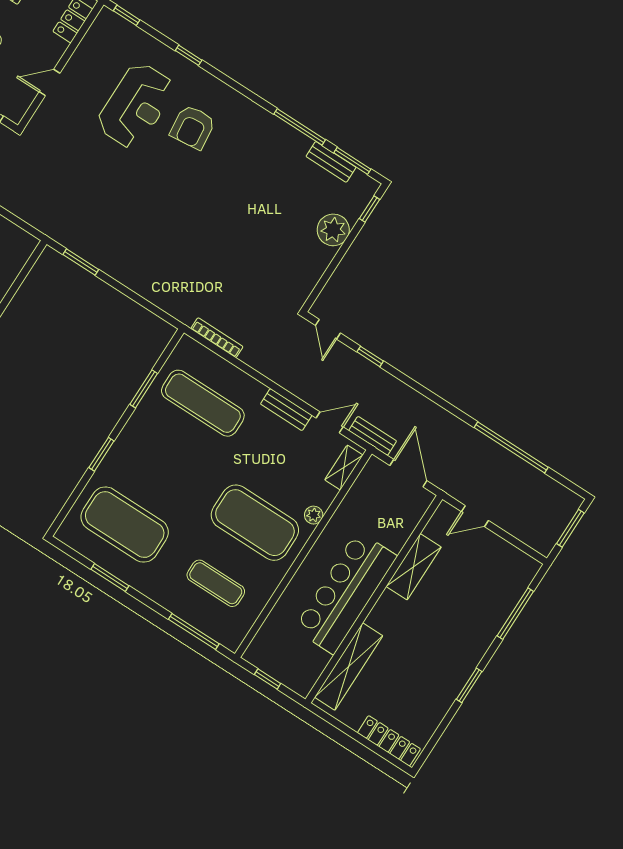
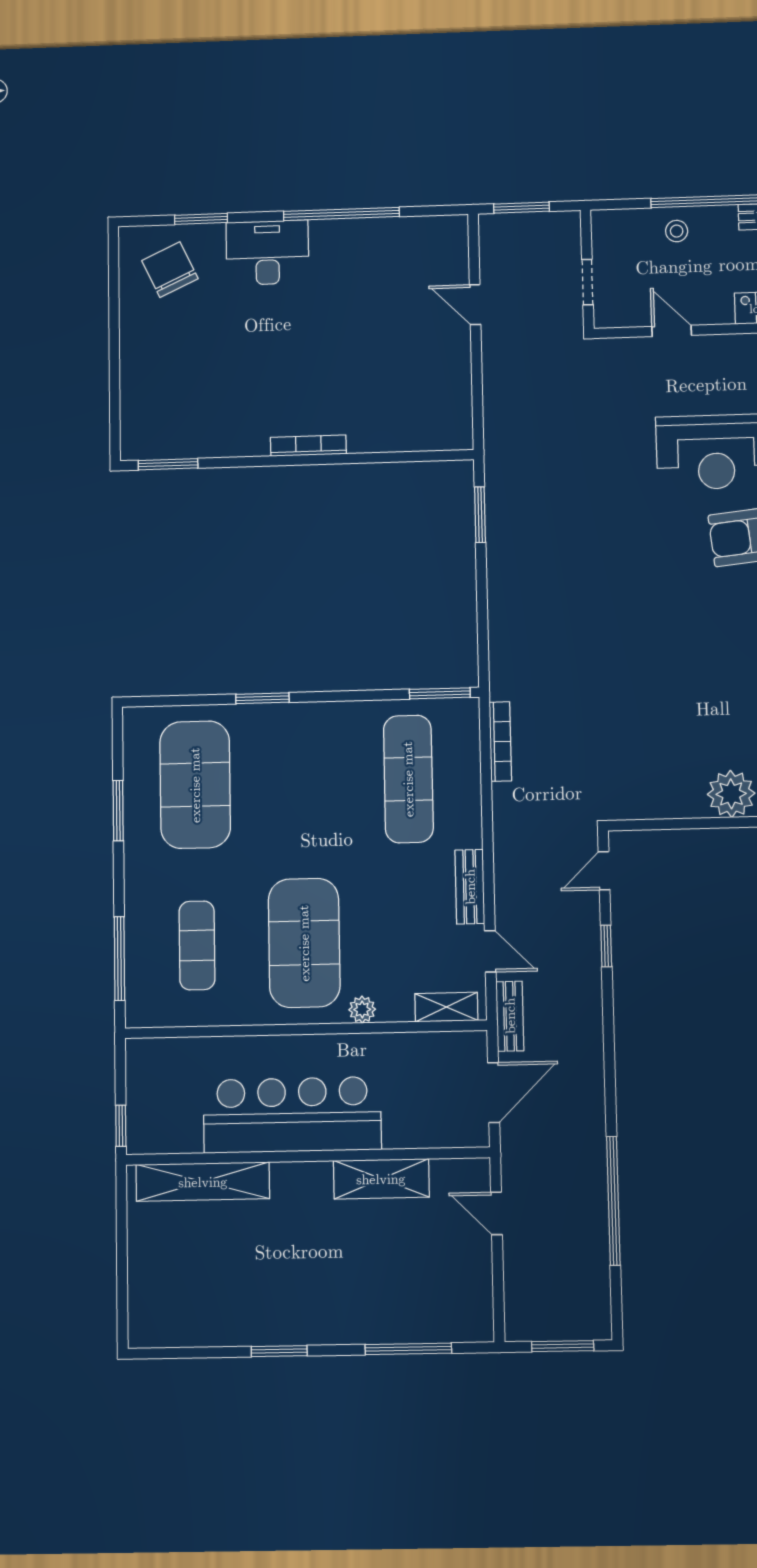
window: (144, 389) -> (440, 693), moved
window: (268, 679) -> (121, 1126), moved
locker: (389, 741) -> (143, 1296), removed

